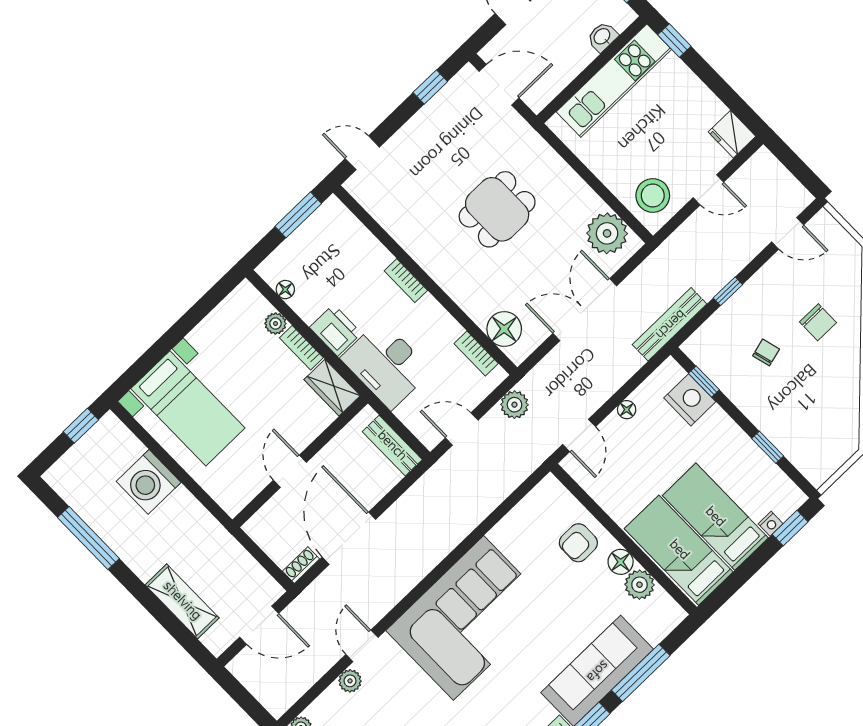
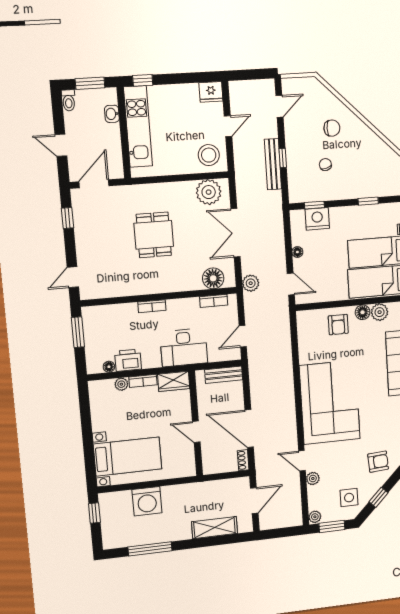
bench: (670, 324) -> (273, 164), moved
printer: (335, 330) -> (128, 360), moved
plant: (514, 405) -> (251, 283), moved

